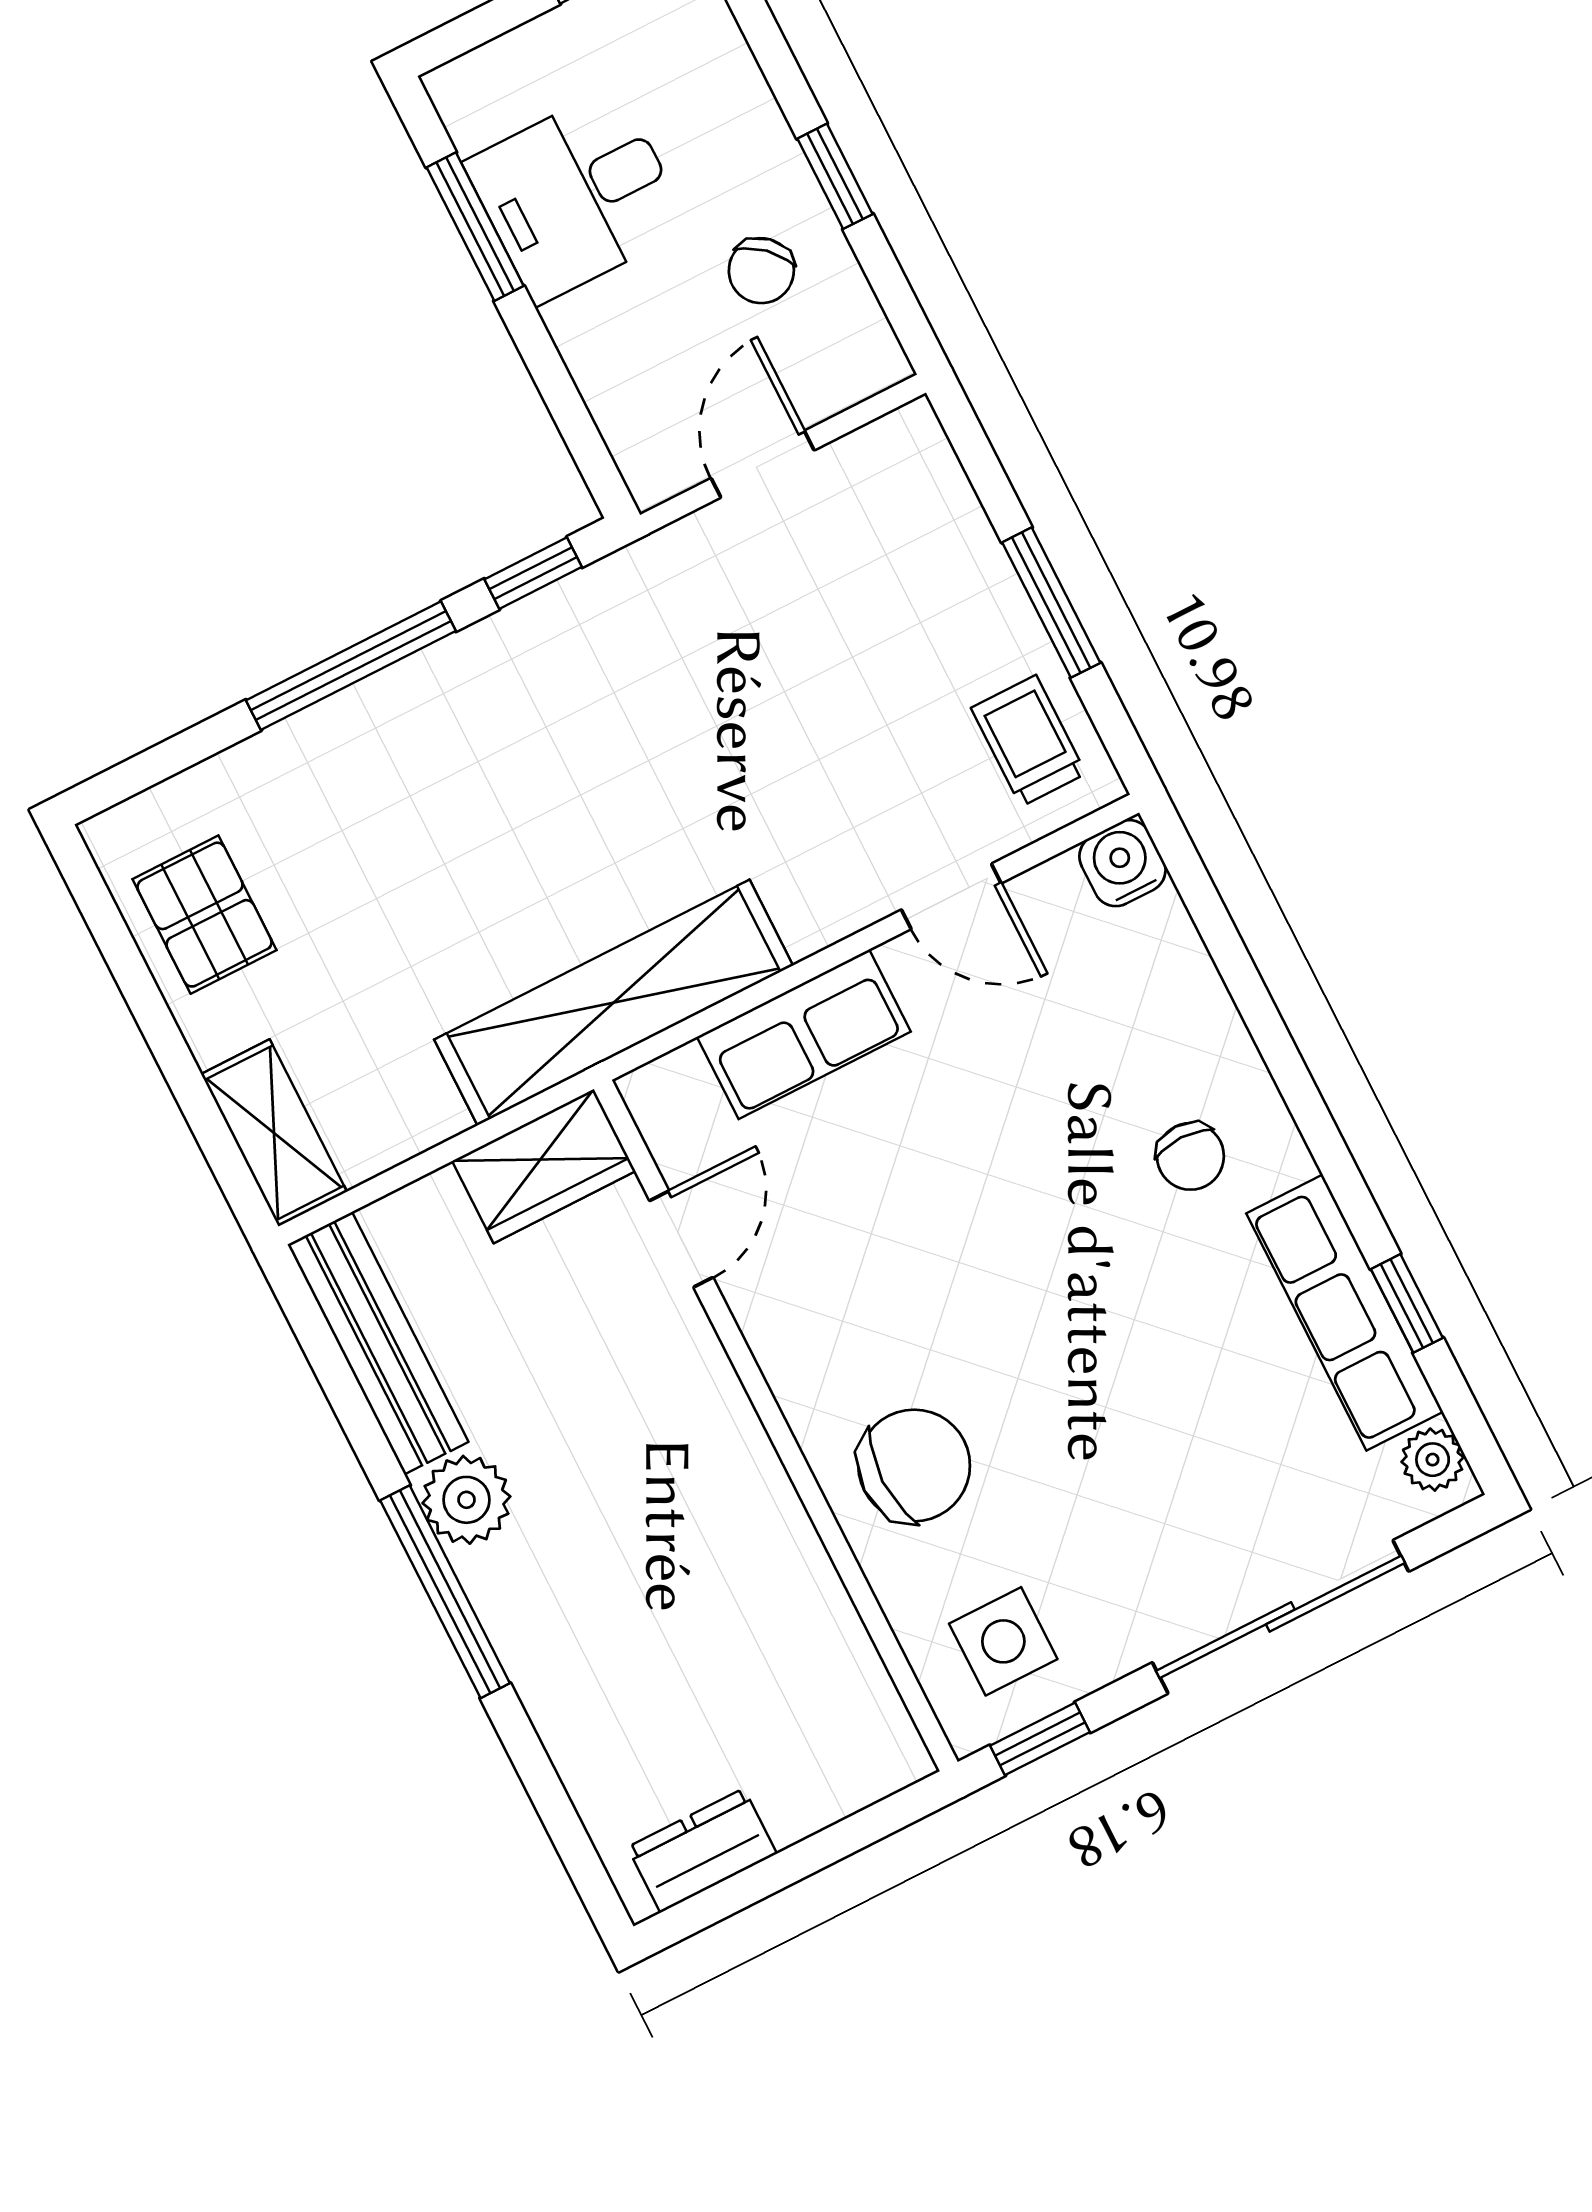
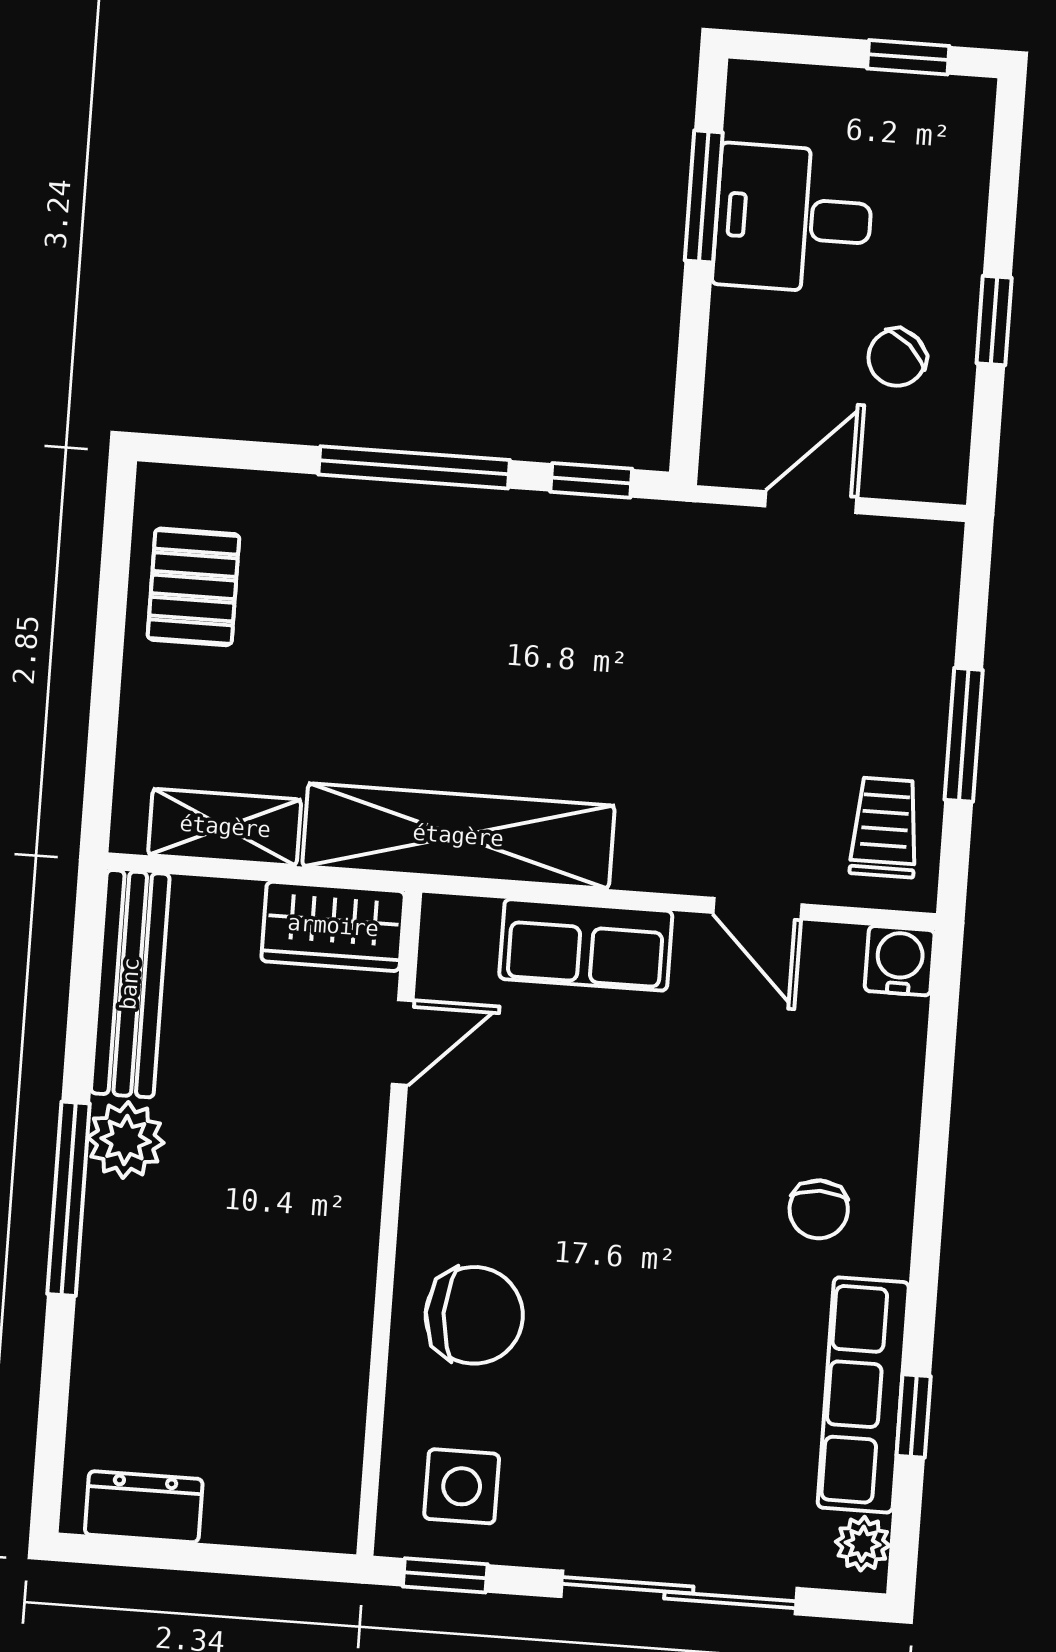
shelving: (274, 1133) -> (225, 827), moved, turned 90

